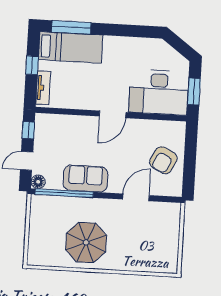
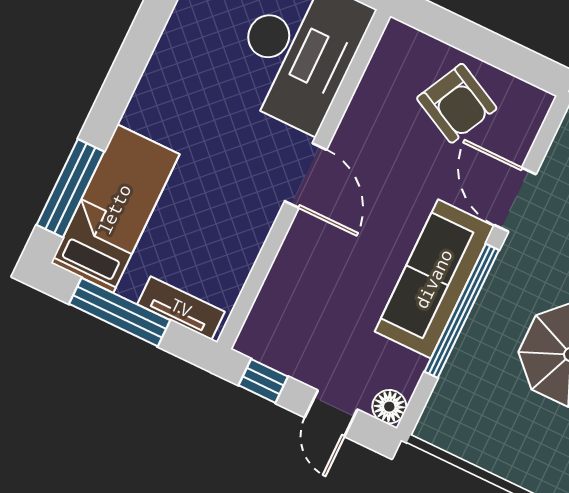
window: (32, 65) -> (120, 312), width x2.17
sofa: (86, 179) -> (434, 279), width x1.36
window: (64, 193) -> (462, 311), moved

